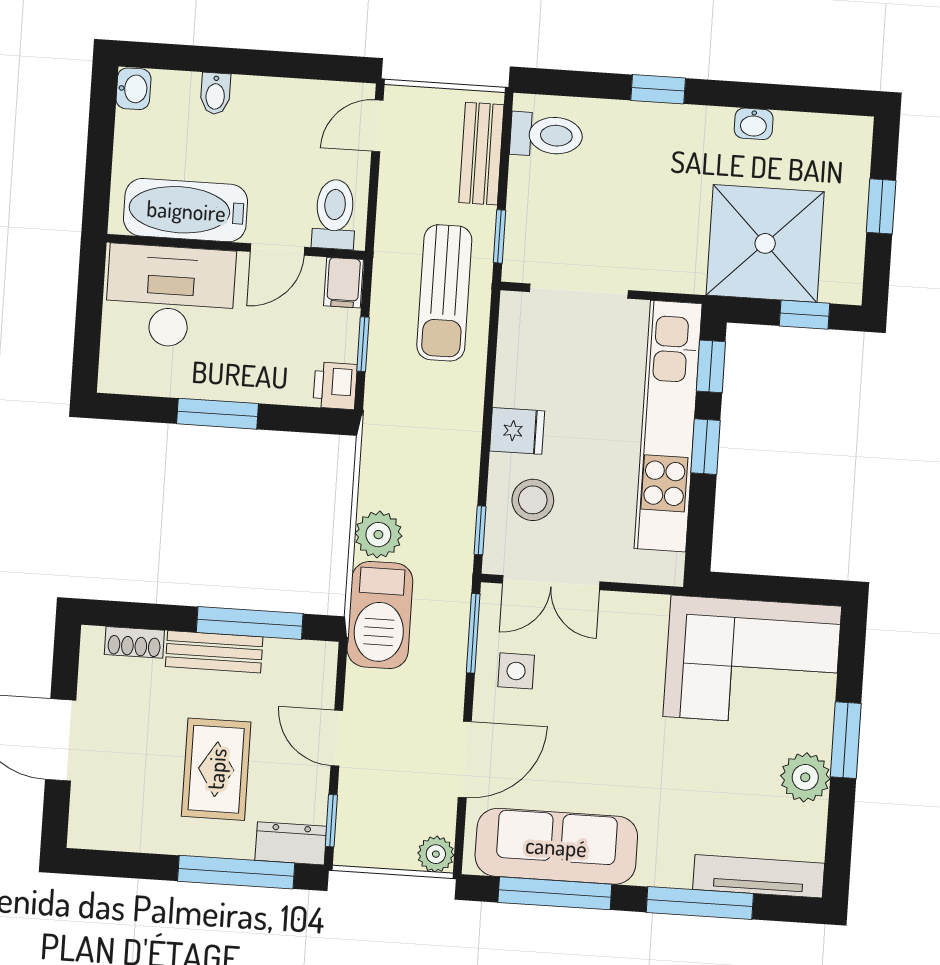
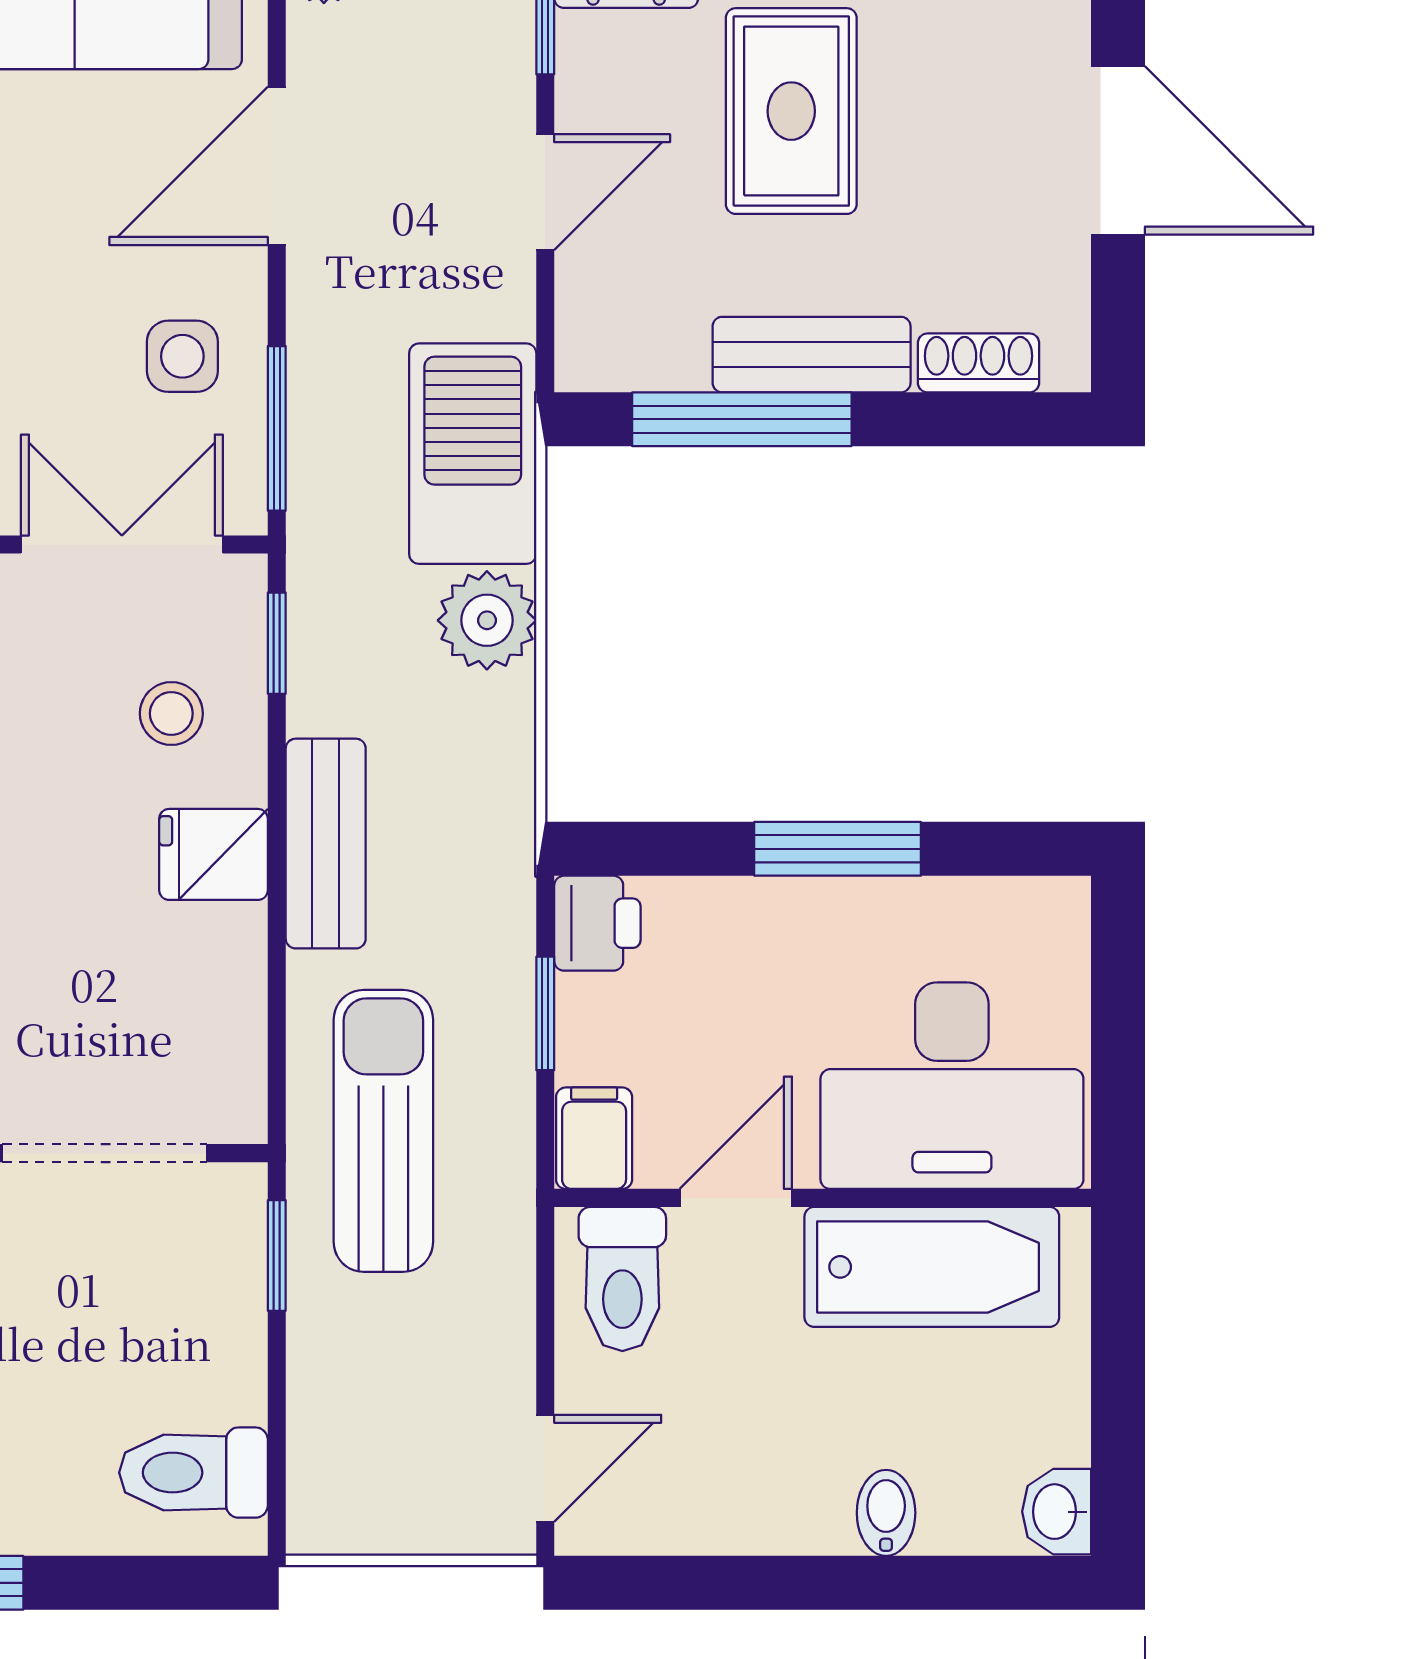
bench: (481, 154) -> (326, 844), moved
stool: (533, 500) -> (171, 713), width x0.73, depth x0.73
door: (337, 738) -> (545, 192), hinge flipped

